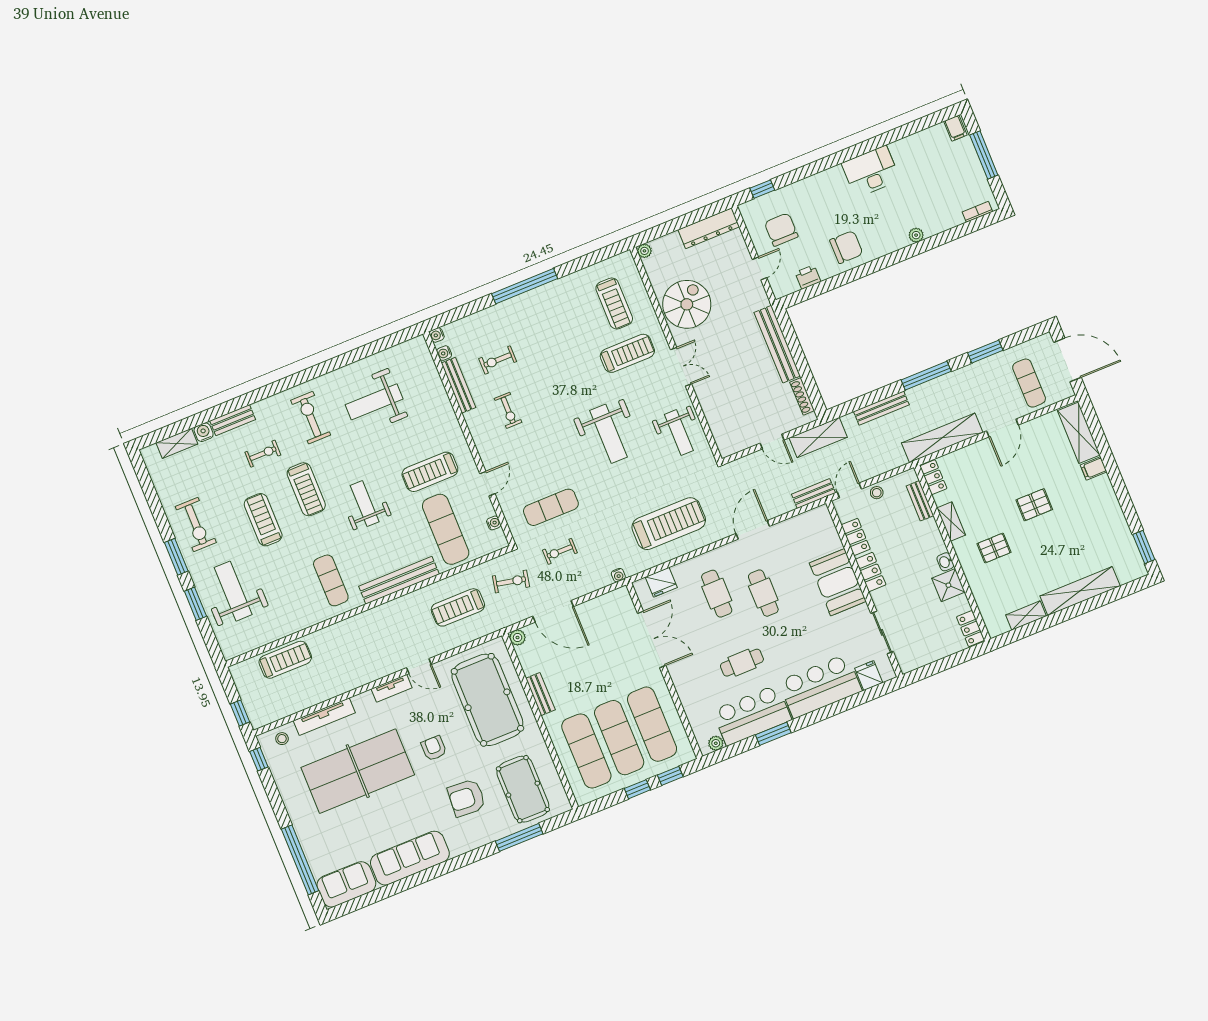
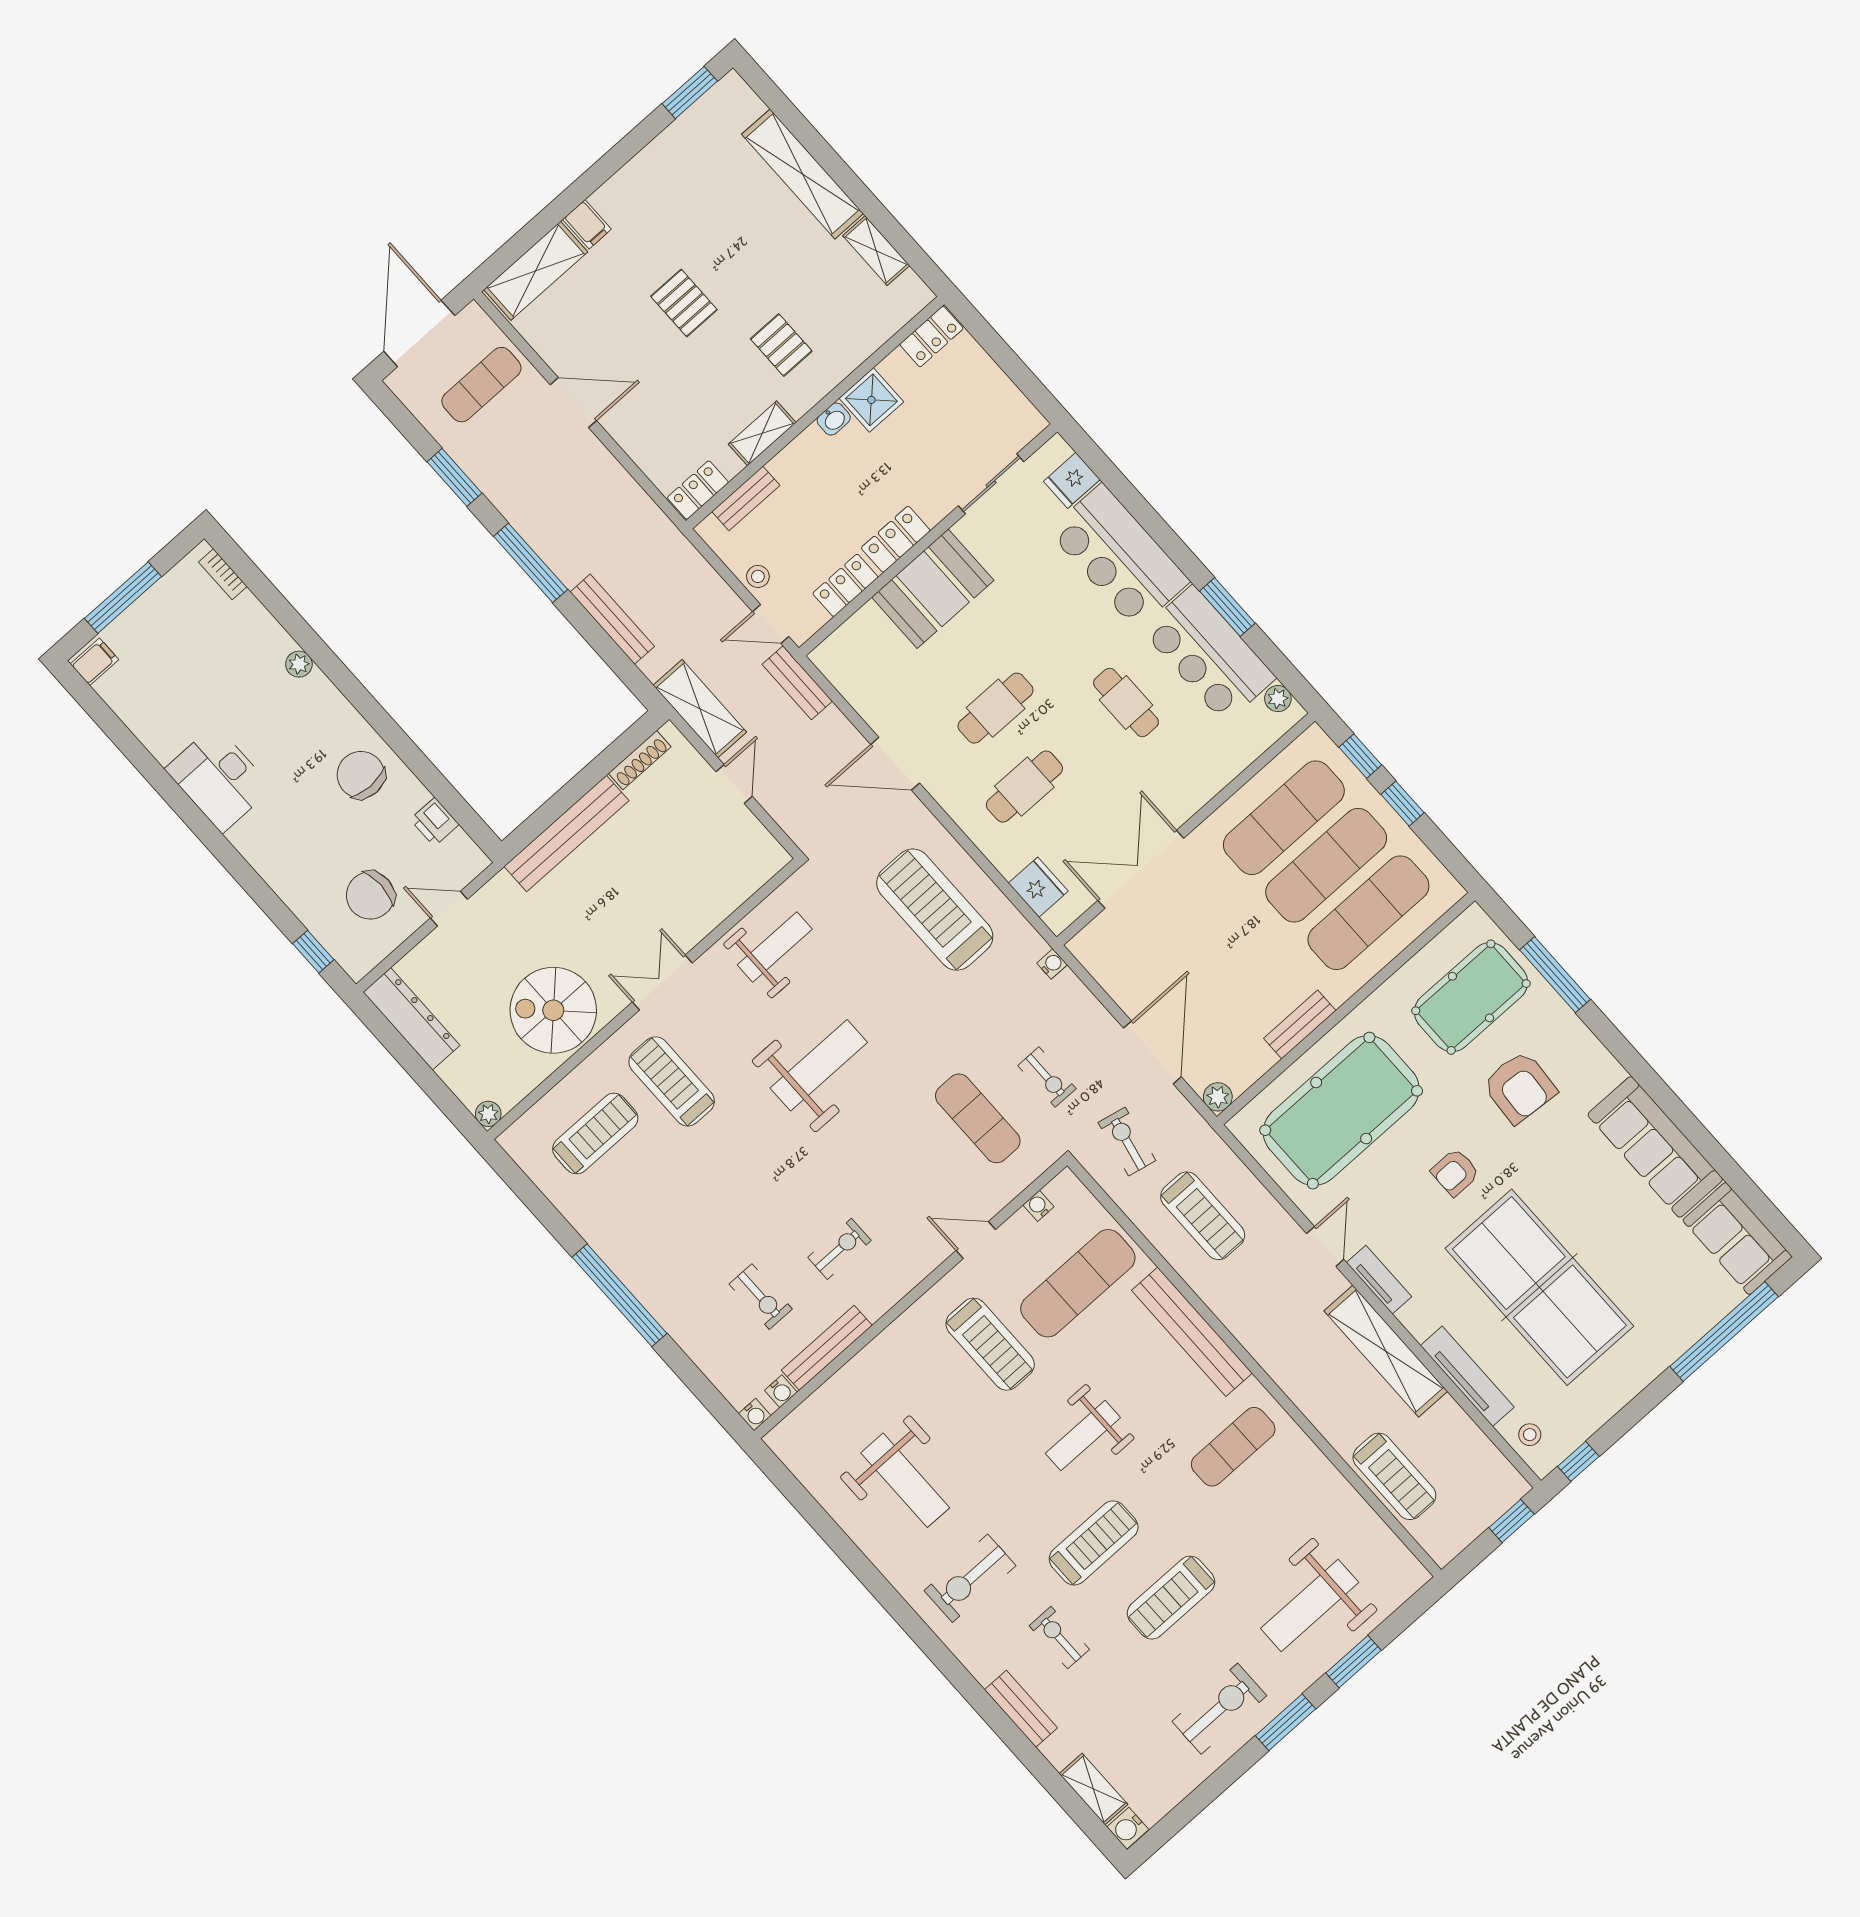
water cooler: (204, 432) -> (1128, 1828), moved
shelving: (942, 438) -> (1386, 1351), moved
treadmill: (285, 660) -> (1394, 1476), turned 180

